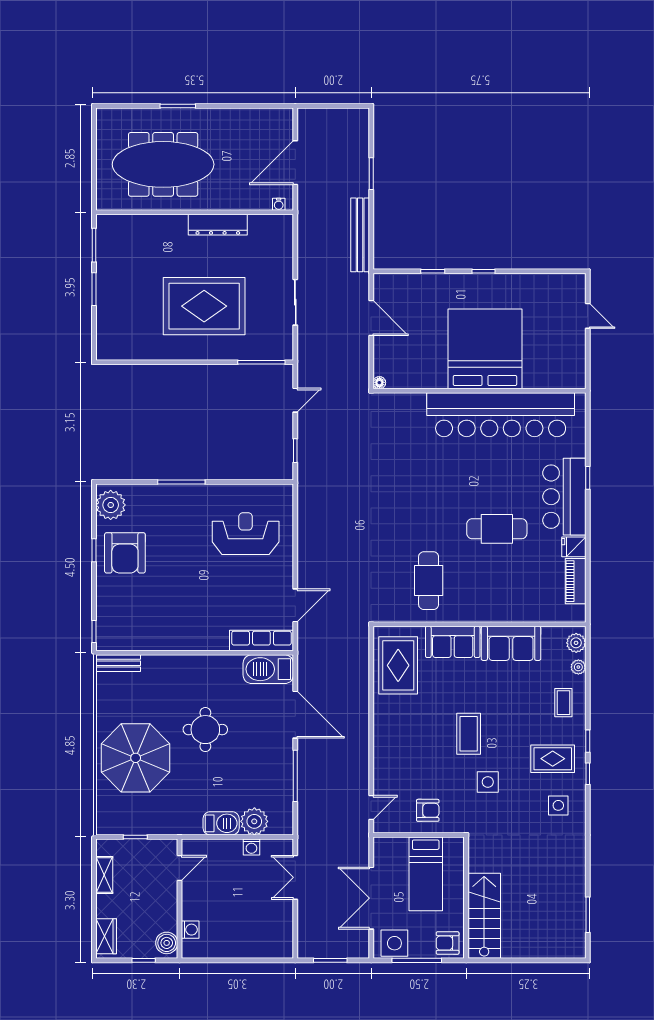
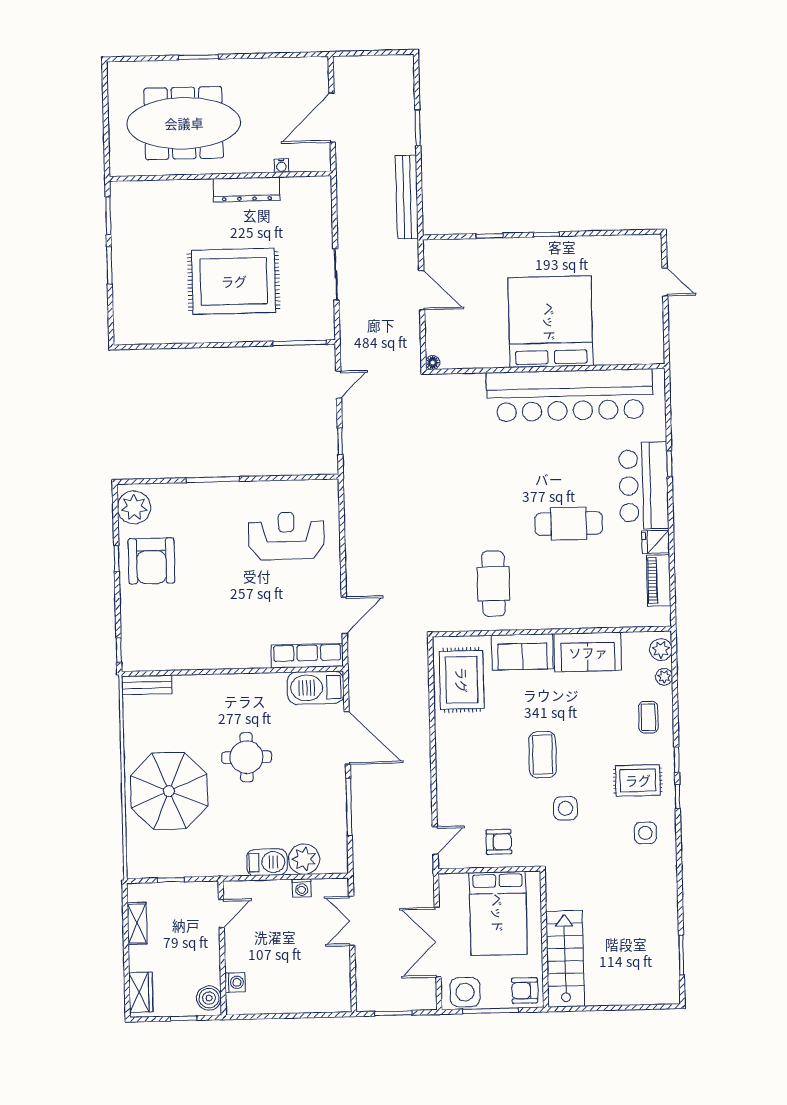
water cooler: (279, 204) -> (281, 166), moved
bed: (426, 874) -> (498, 913), width x1.50

